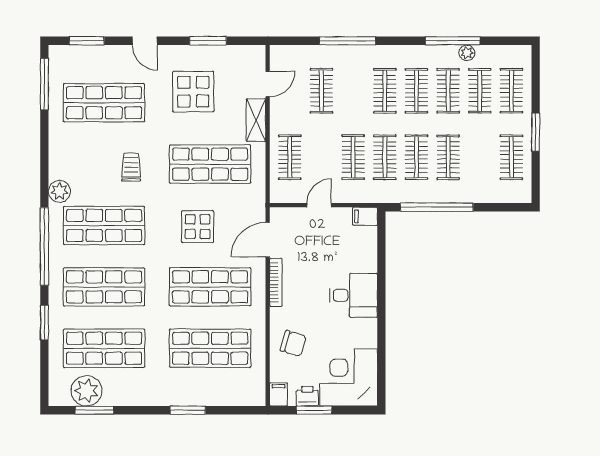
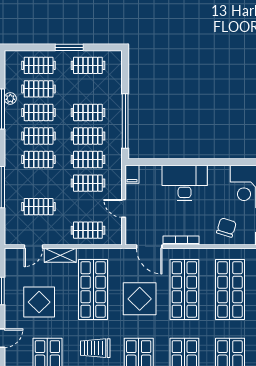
door: (268, 84) -> (33, 247), swing flipped
trolley: (131, 167) -> (95, 348), width x1.36, depth x1.39
display table: (198, 227) -> (140, 299), width x1.36, depth x1.36
desk: (353, 295) -> (185, 183), width x1.37

